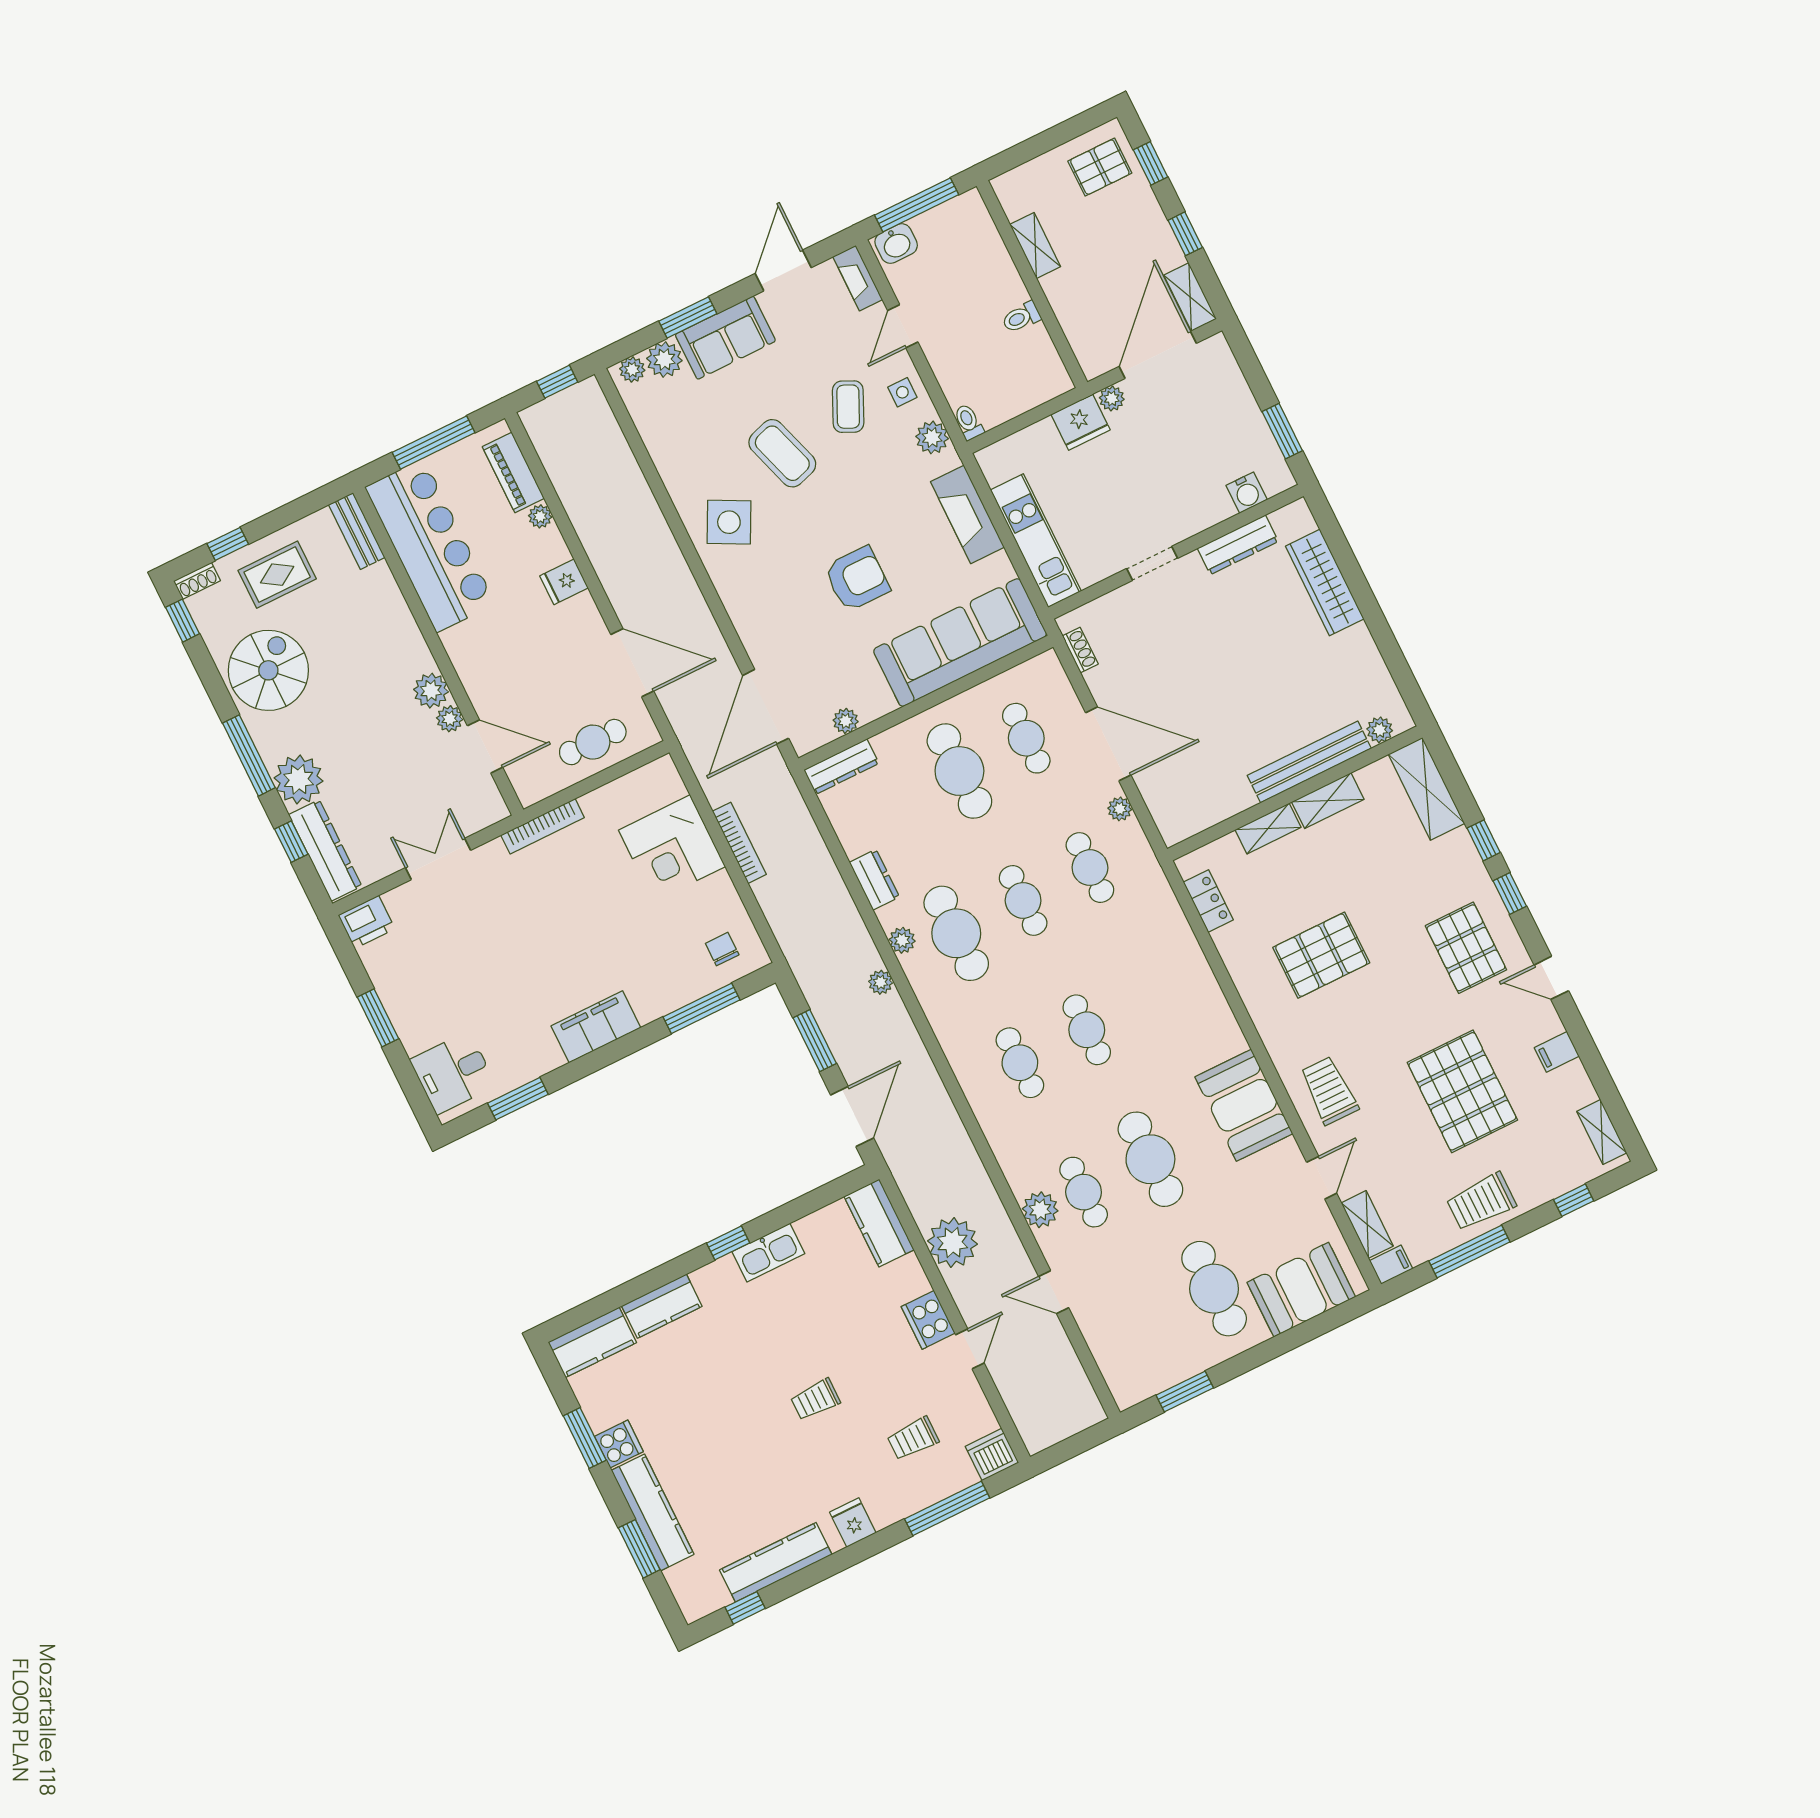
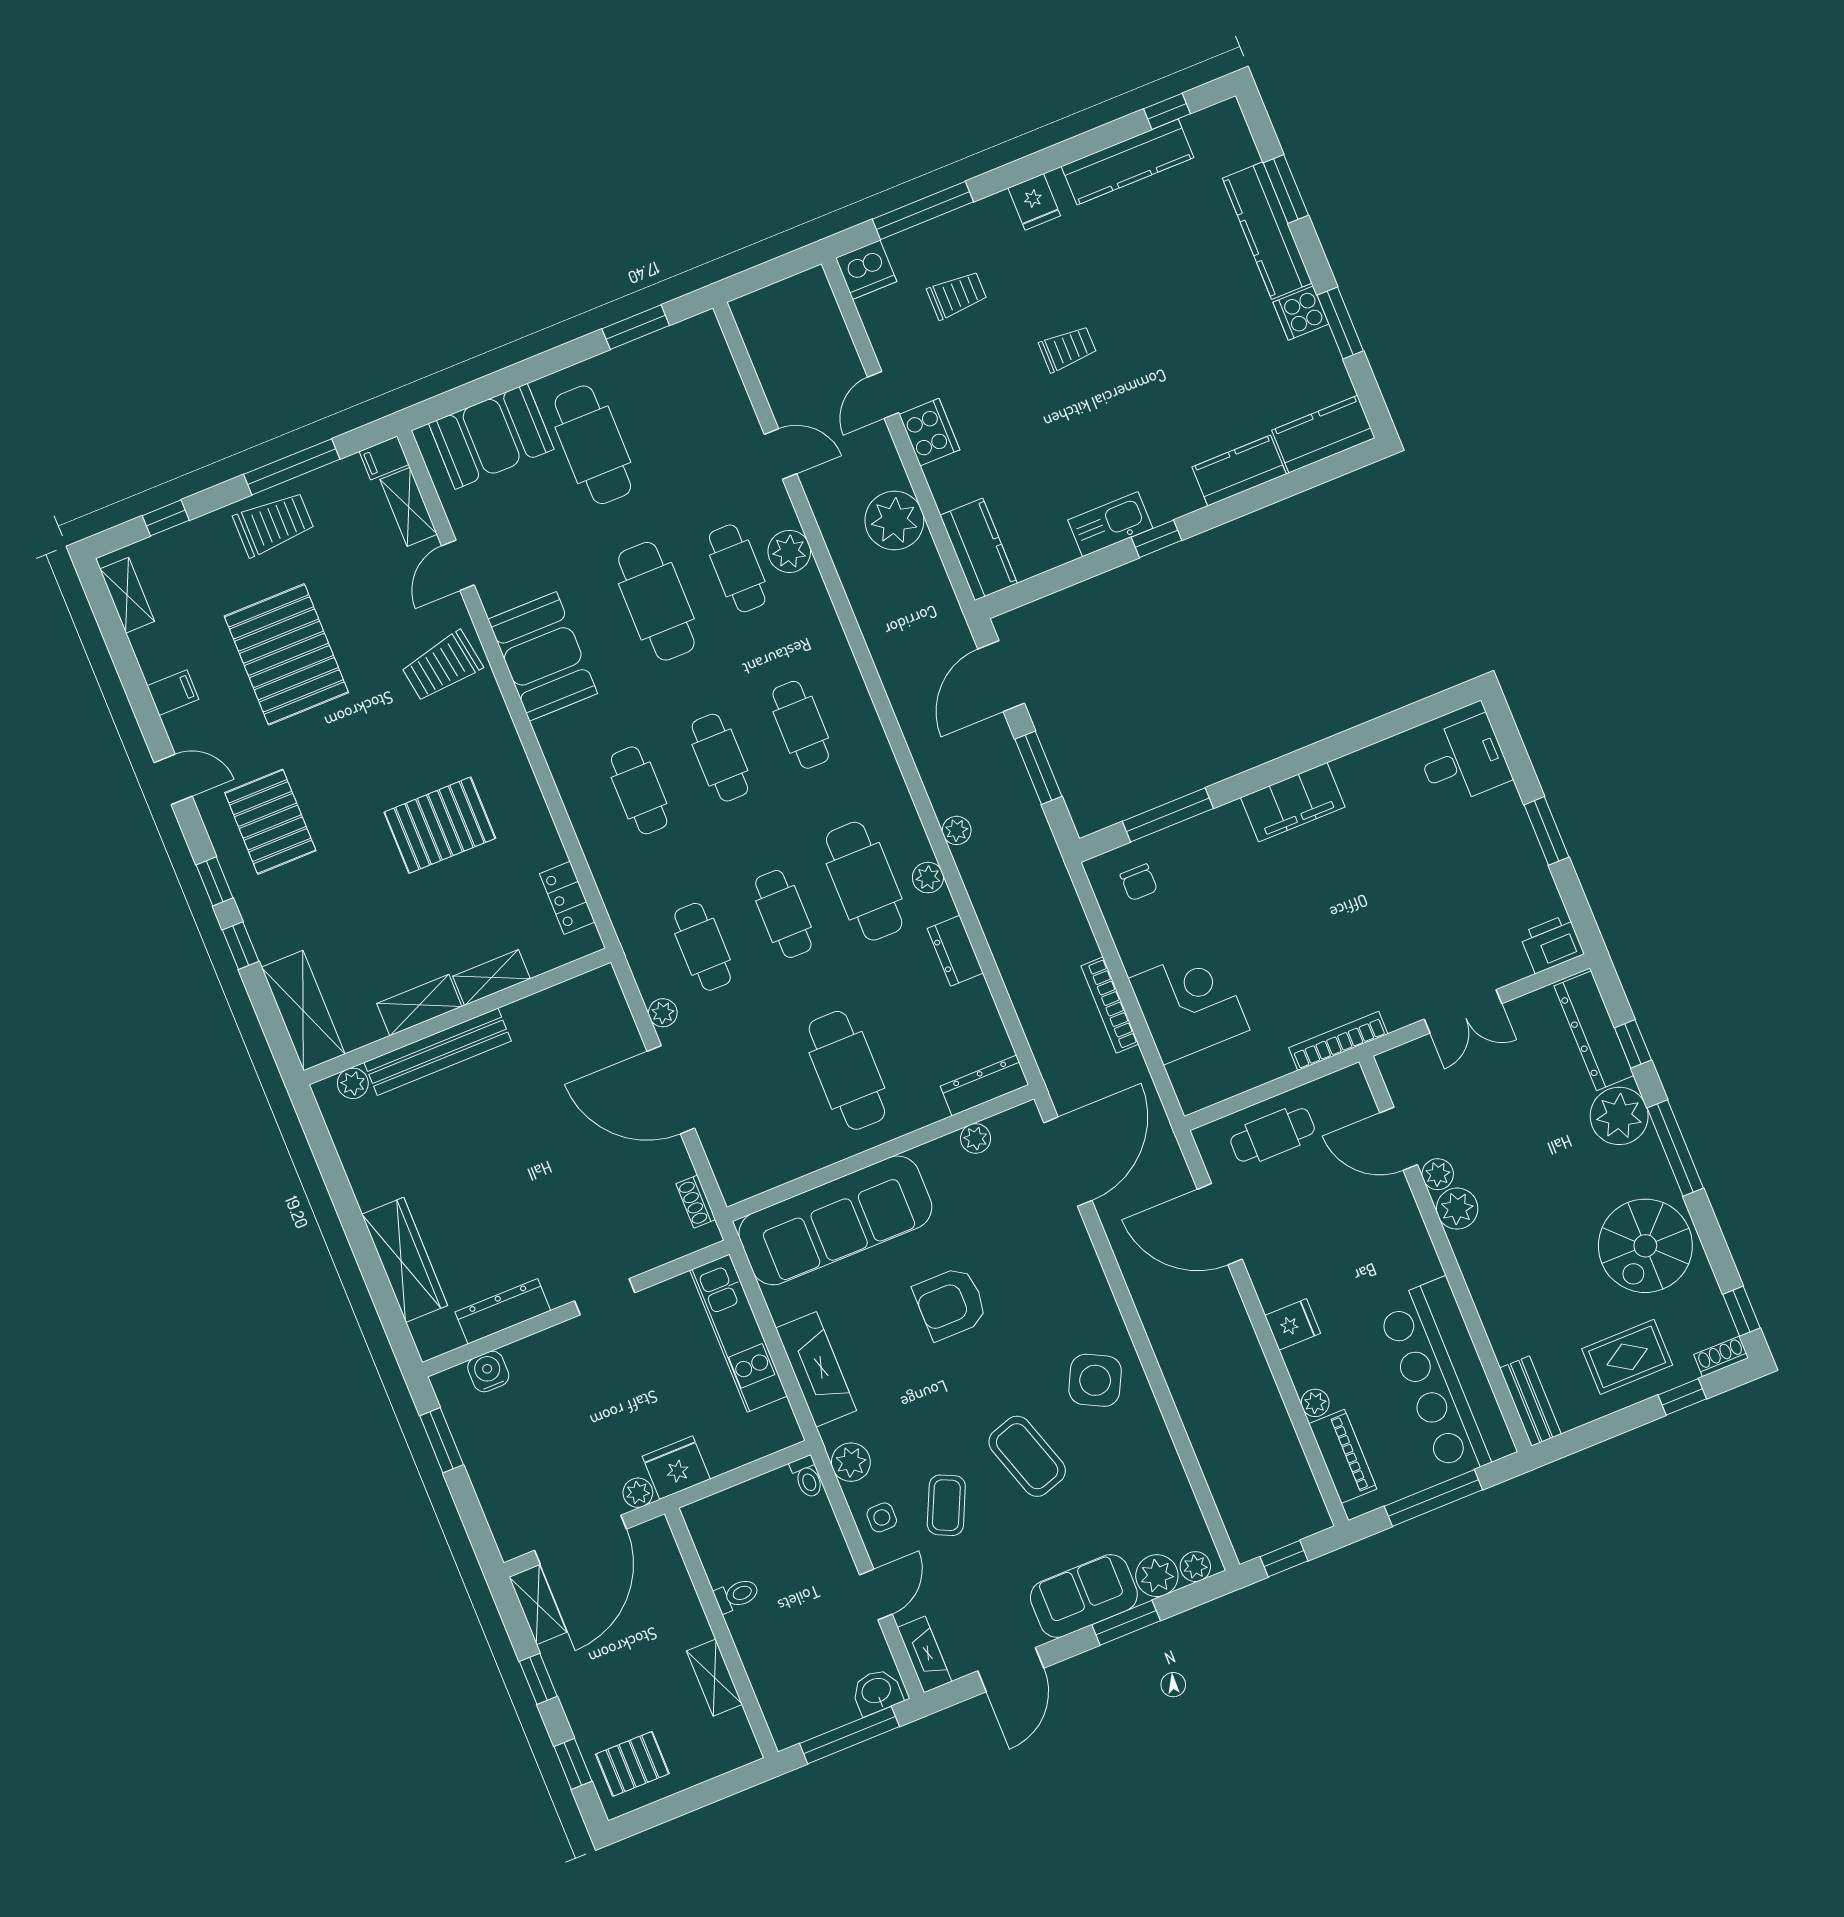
cafe table: (1026, 738) -> (639, 790), moved
trolley: (1329, 1091) -> (442, 666), turned 81
window: (518, 1099) -> (1390, 725), removed

